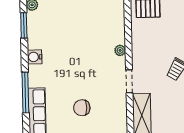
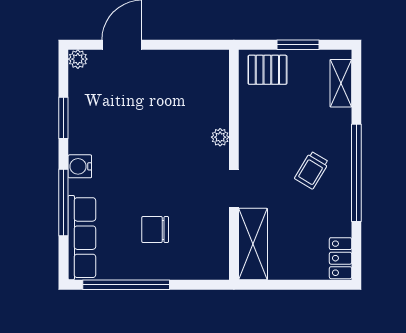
window: (24, 25) -> (63, 118), moved
water cooler: (35, 57) -> (80, 166), moved

